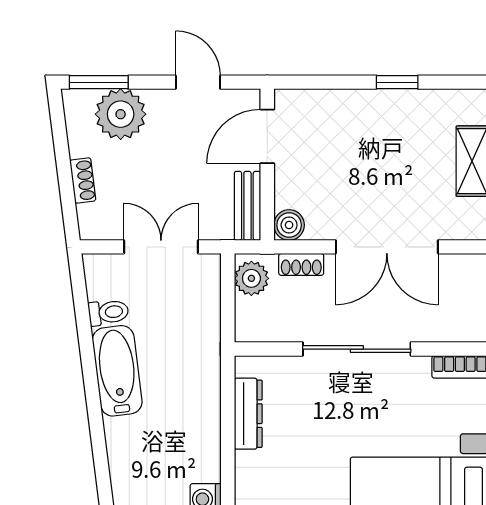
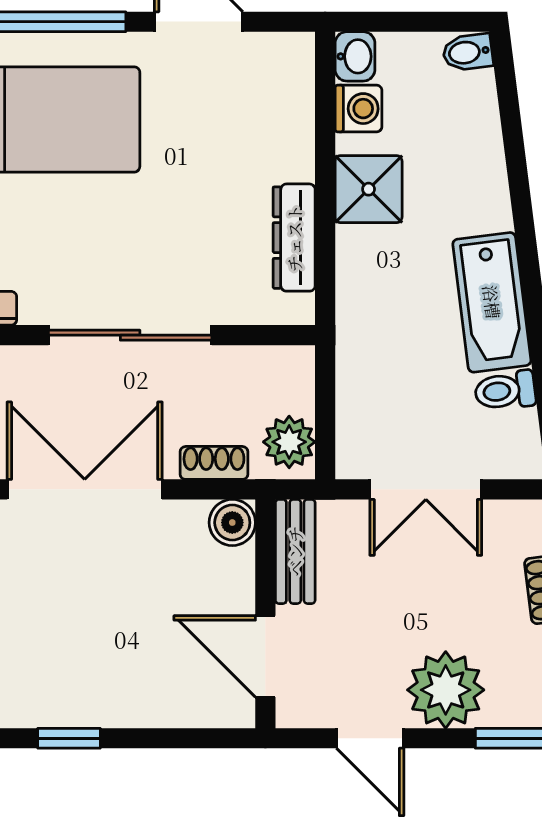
plant: (121, 114) -> (446, 690), moved
door: (267, 136) -> (265, 656), swing flipped
shower: (199, 446) -> (369, 189), added

